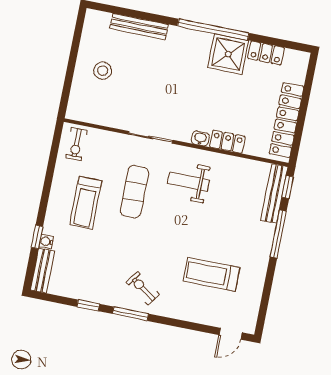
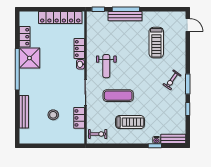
stool: (103, 71) -> (53, 115), moved
locker: (110, 118) -> (79, 118), added
bench: (274, 194) -> (125, 16), moved

